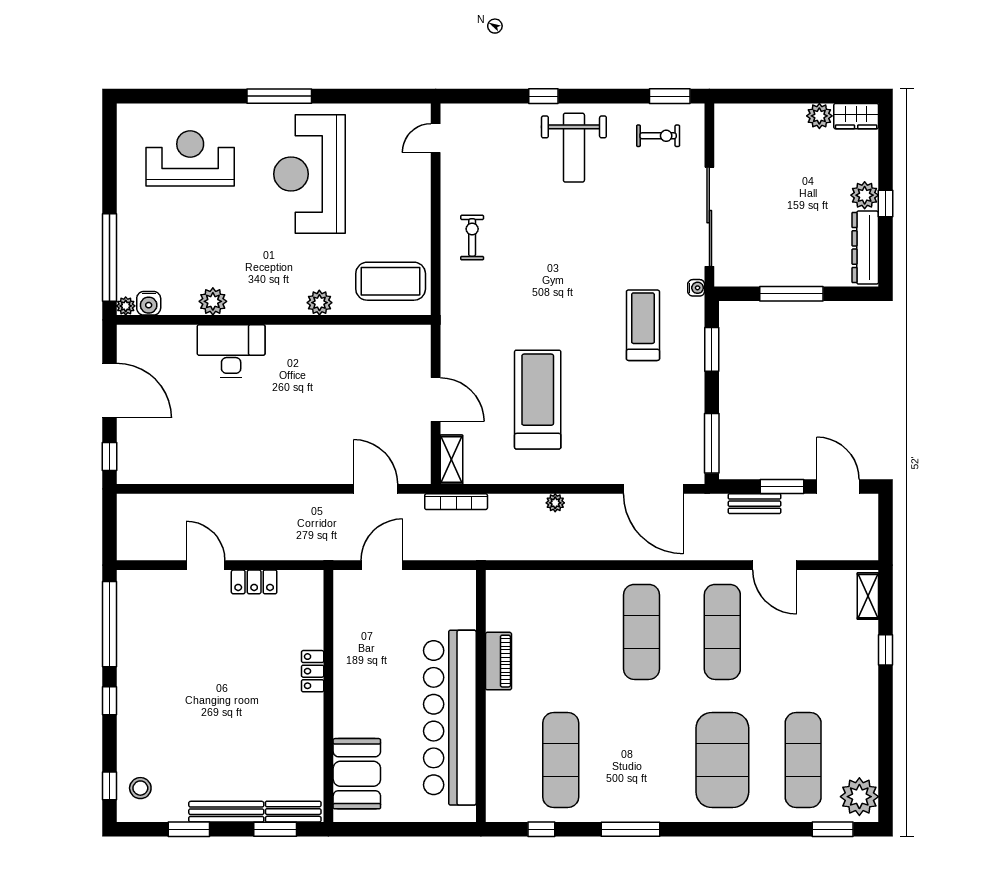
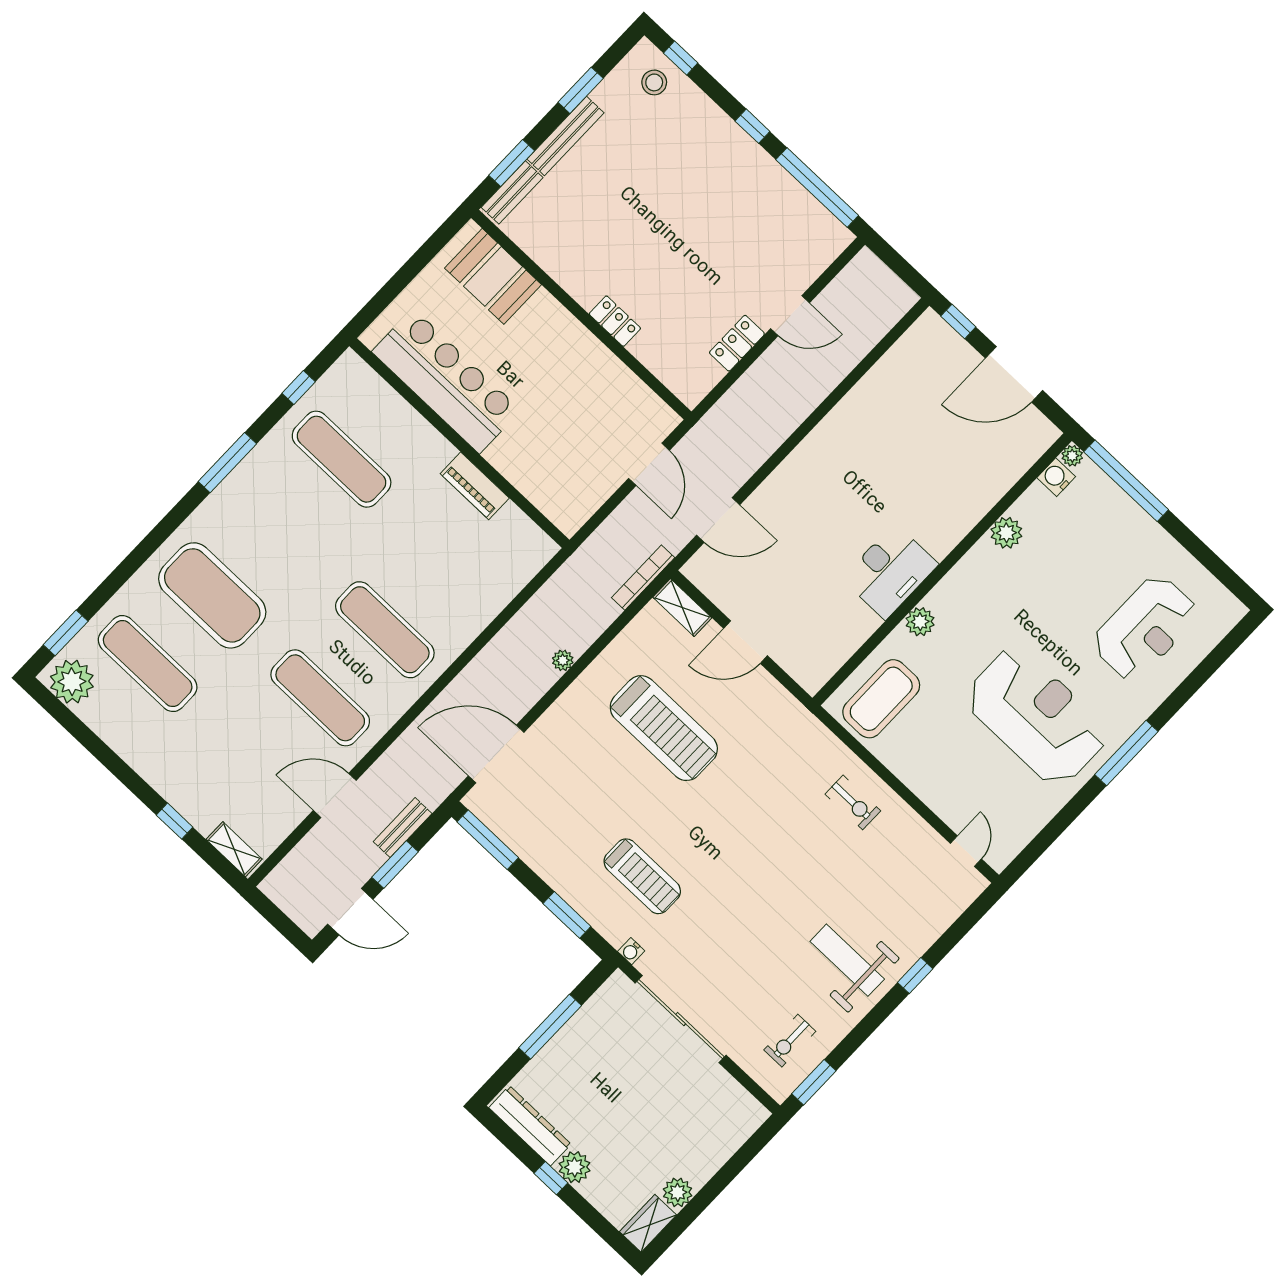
desk: (231, 351) -> (890, 571), moved
bar counter: (450, 718) -> (446, 381), width x0.73

